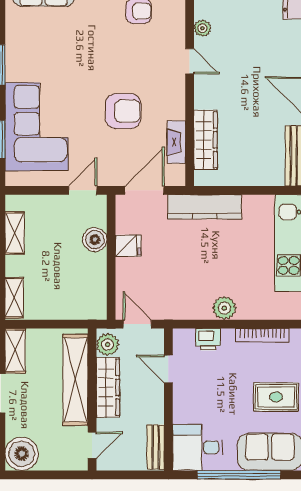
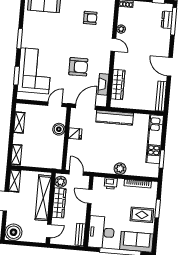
desk: (198, 447) -> (101, 232), width x1.37

